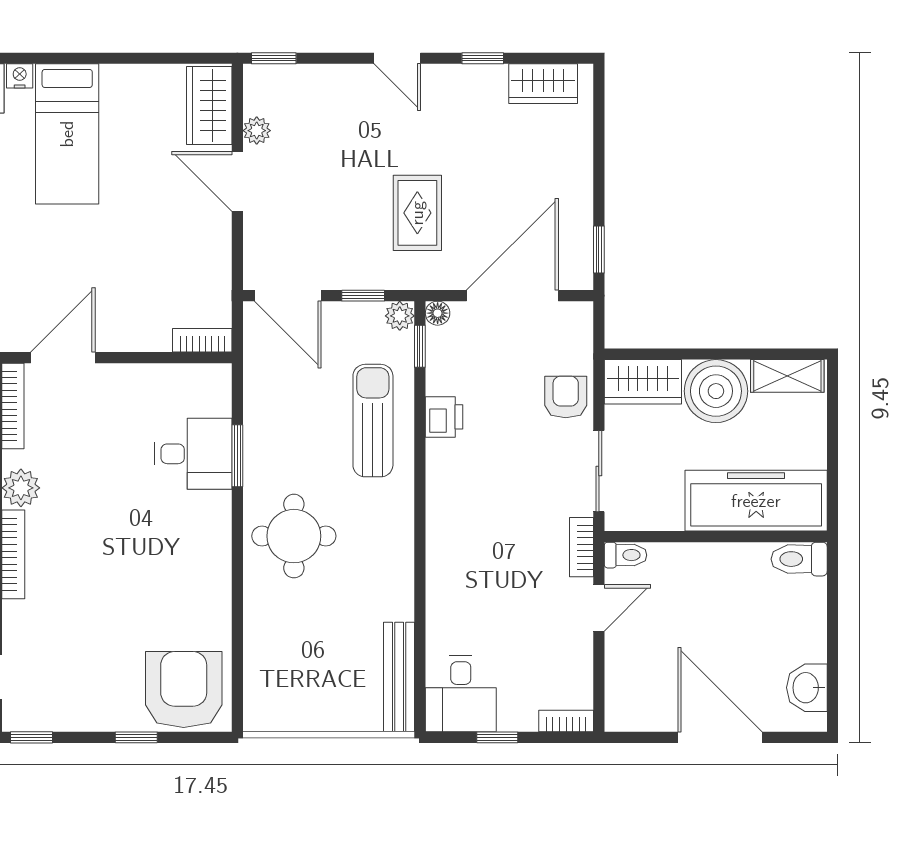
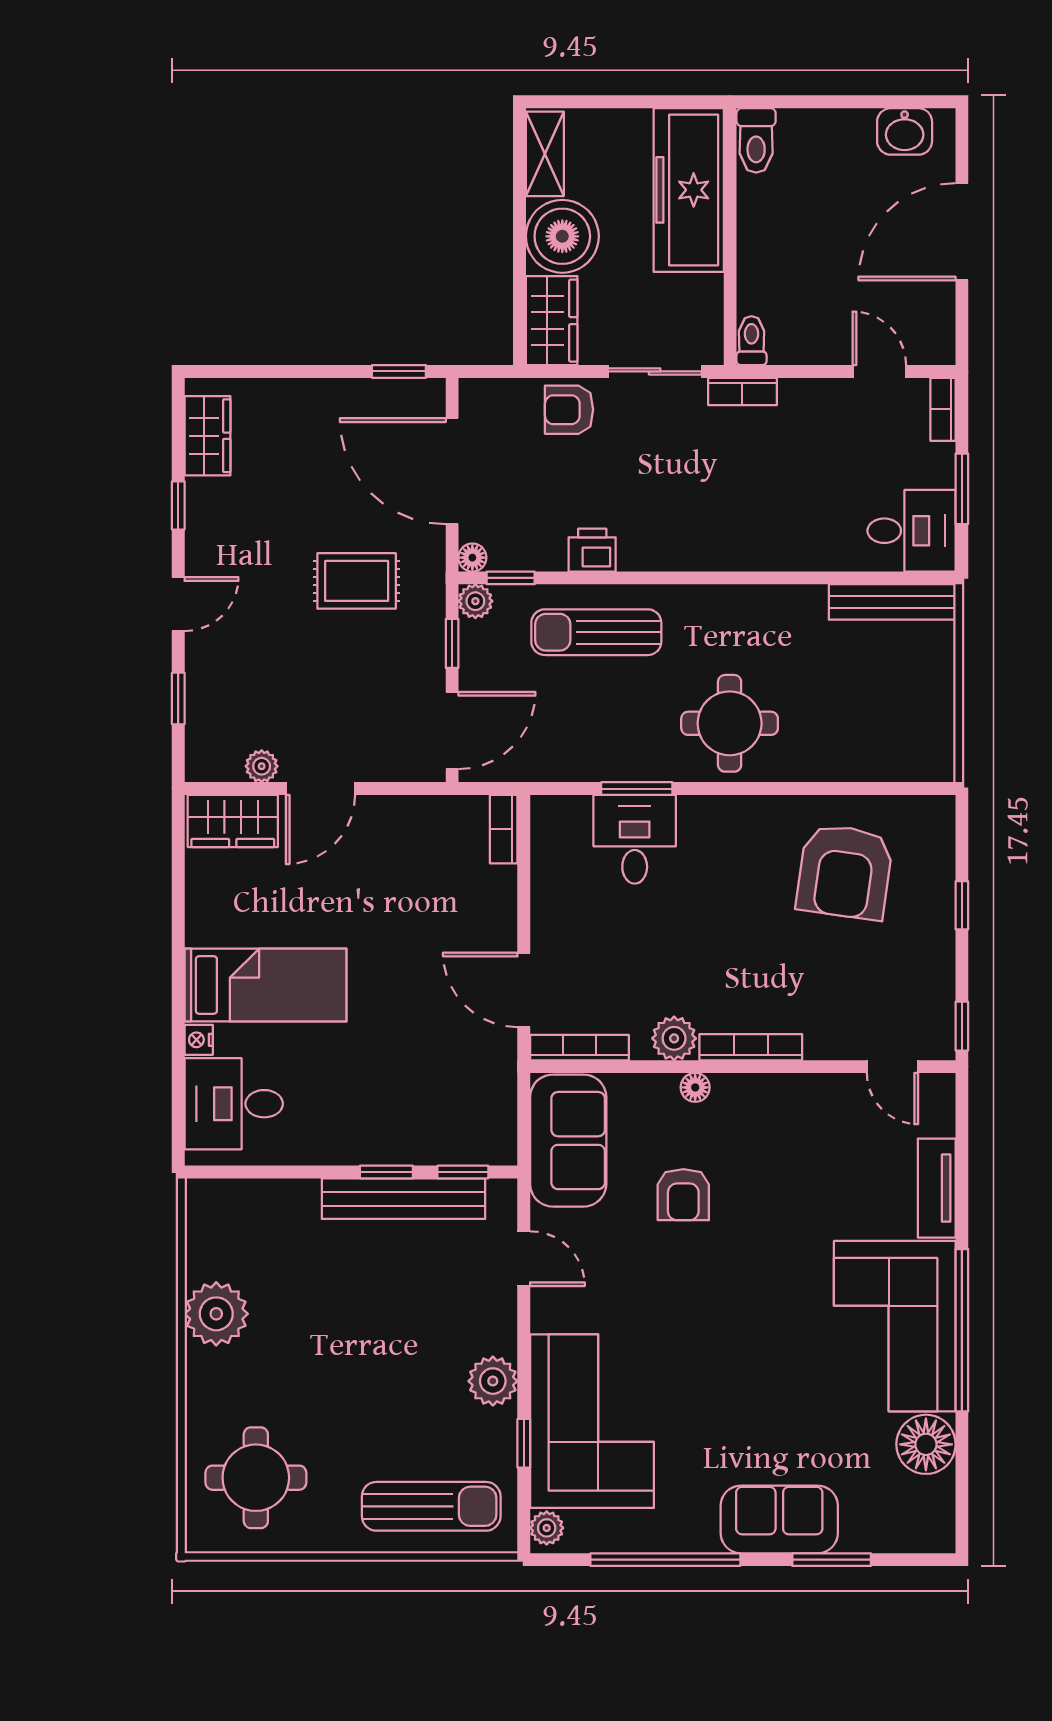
window: (274, 58) -> (178, 699), moved
door: (599, 608) -> (879, 371), moved
armchair: (184, 690) -> (845, 872), moved, turned -82
window: (497, 737) -> (962, 489), width x1.50

